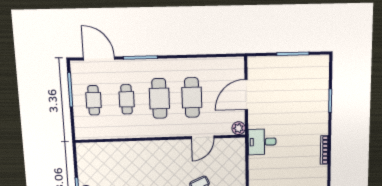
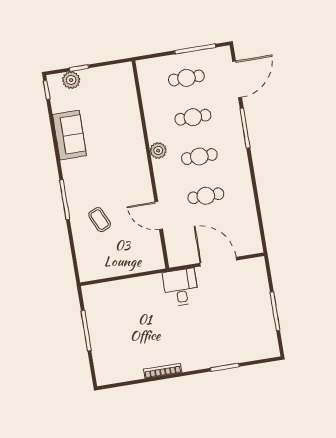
cafe table: (192, 97) -> (206, 196), width x0.73, depth x0.74
cafe table: (159, 98) -> (199, 157), width x0.73, depth x0.74
plant: (239, 128) -> (158, 151), moved
desk: (262, 142) -> (181, 287), moved

